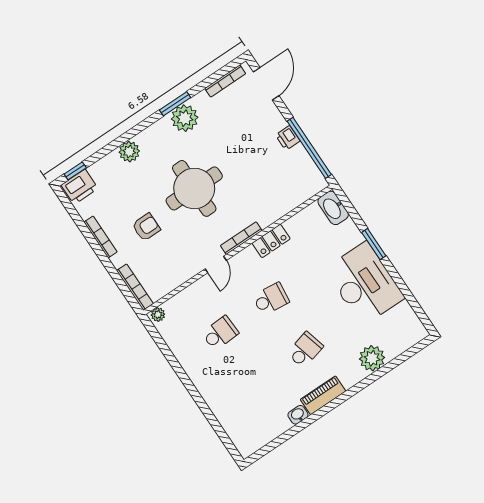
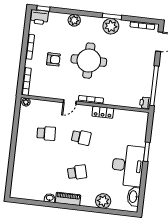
printer: (288, 138) -> (145, 103), moved
washbasin: (333, 208) -> (133, 197), moved

